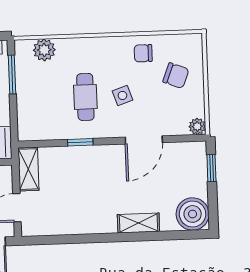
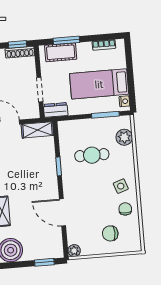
chair: (176, 76) -> (110, 233), turned 69
side table: (122, 95) -> (121, 186), moved
cafe table: (85, 97) -> (92, 155), moved

